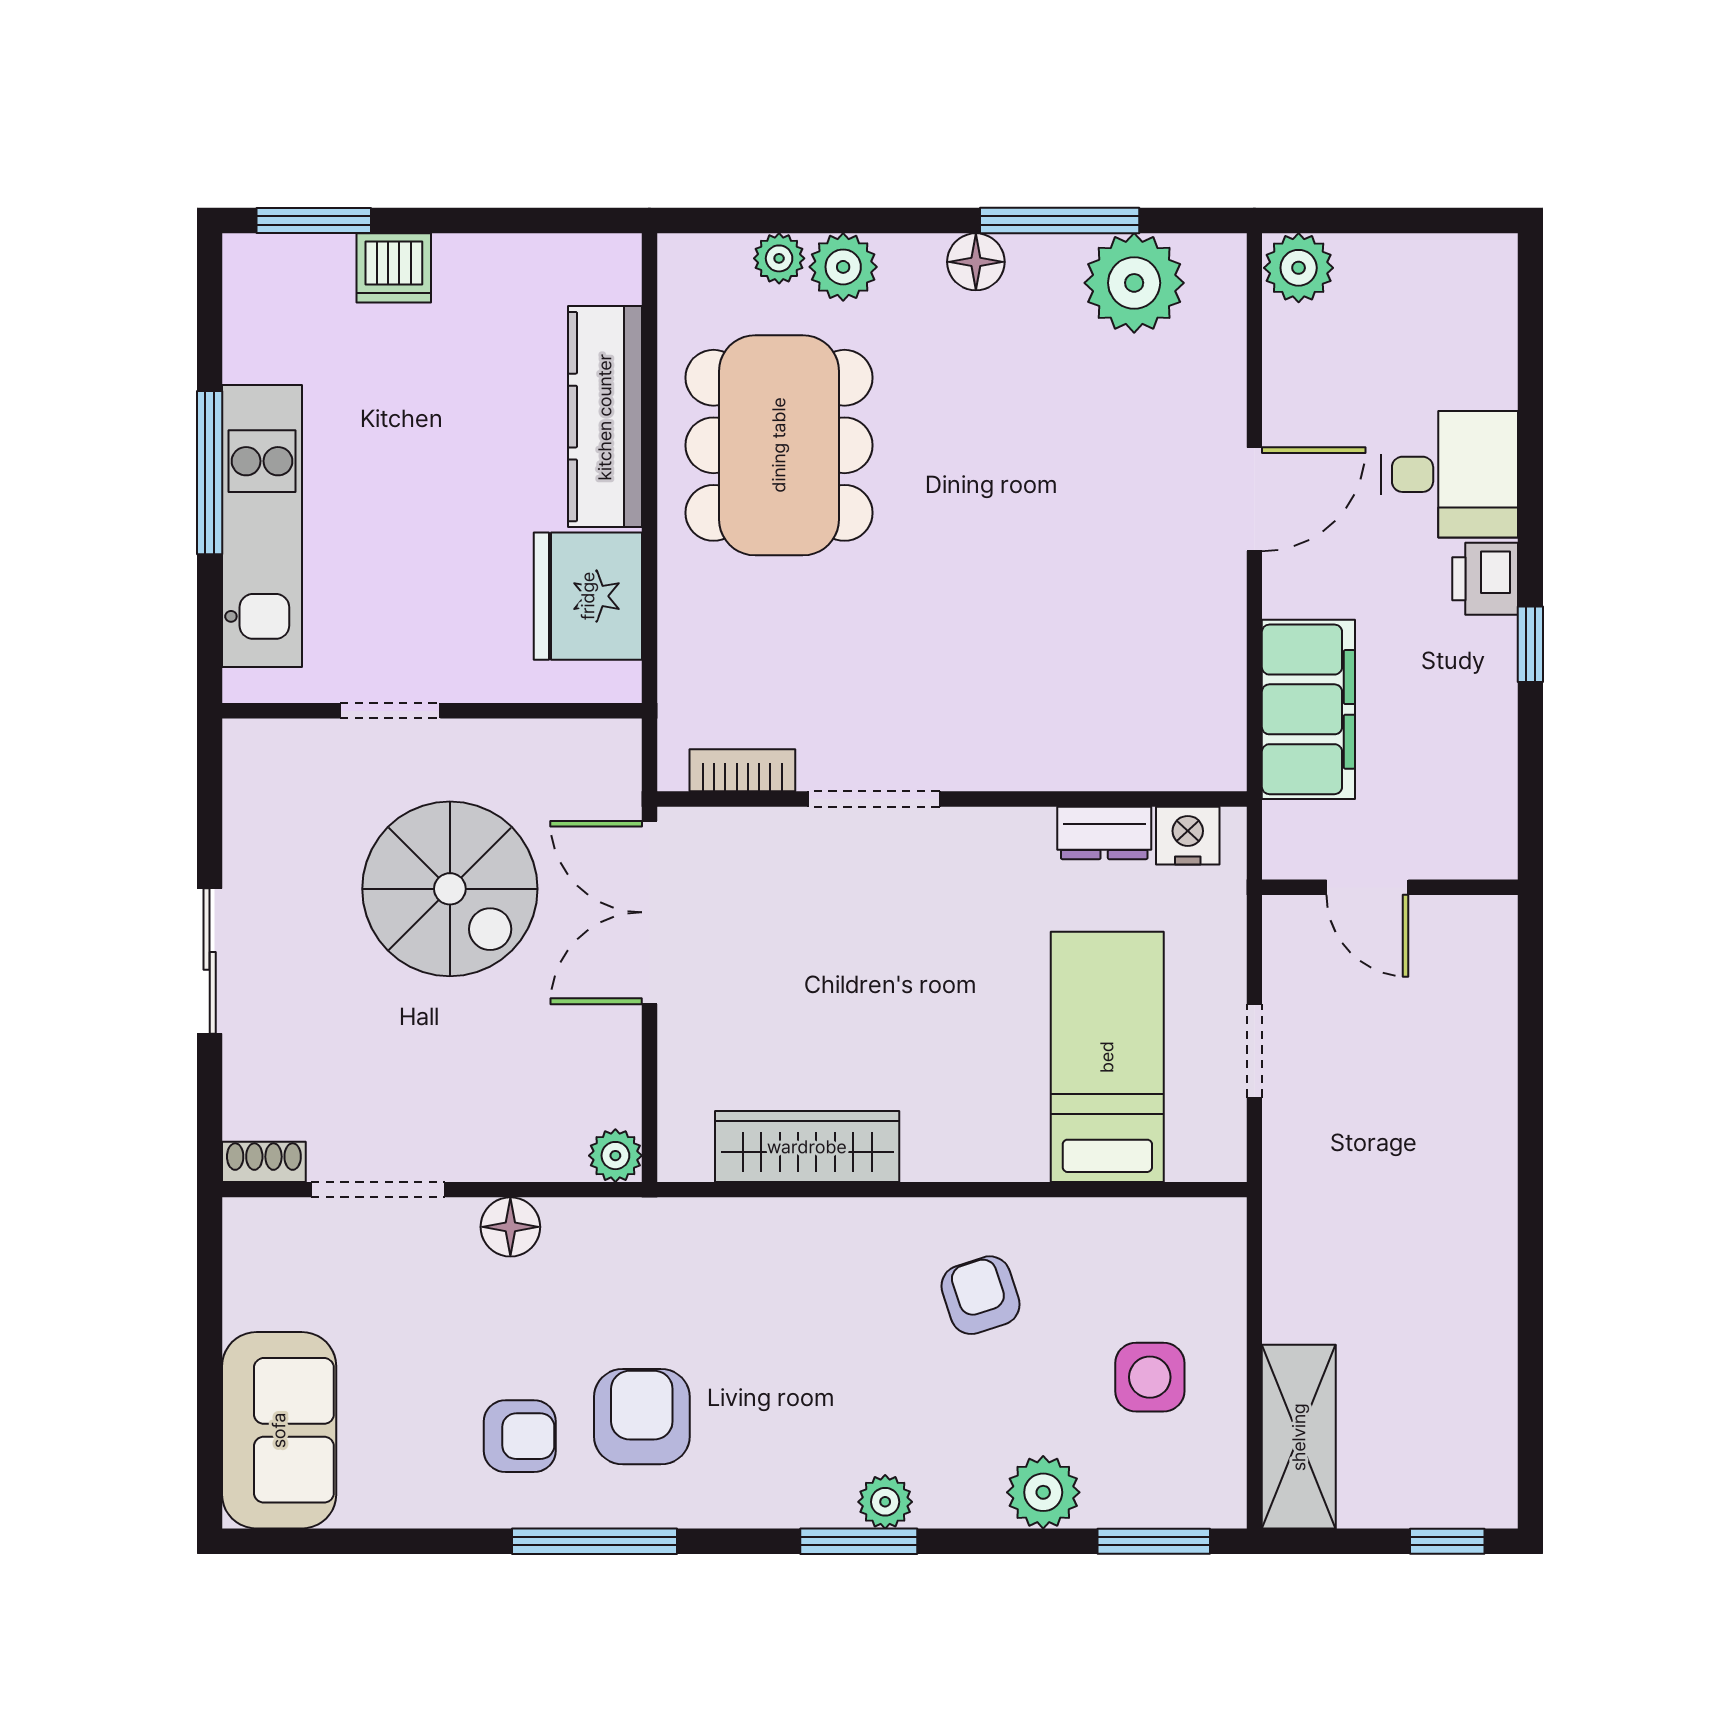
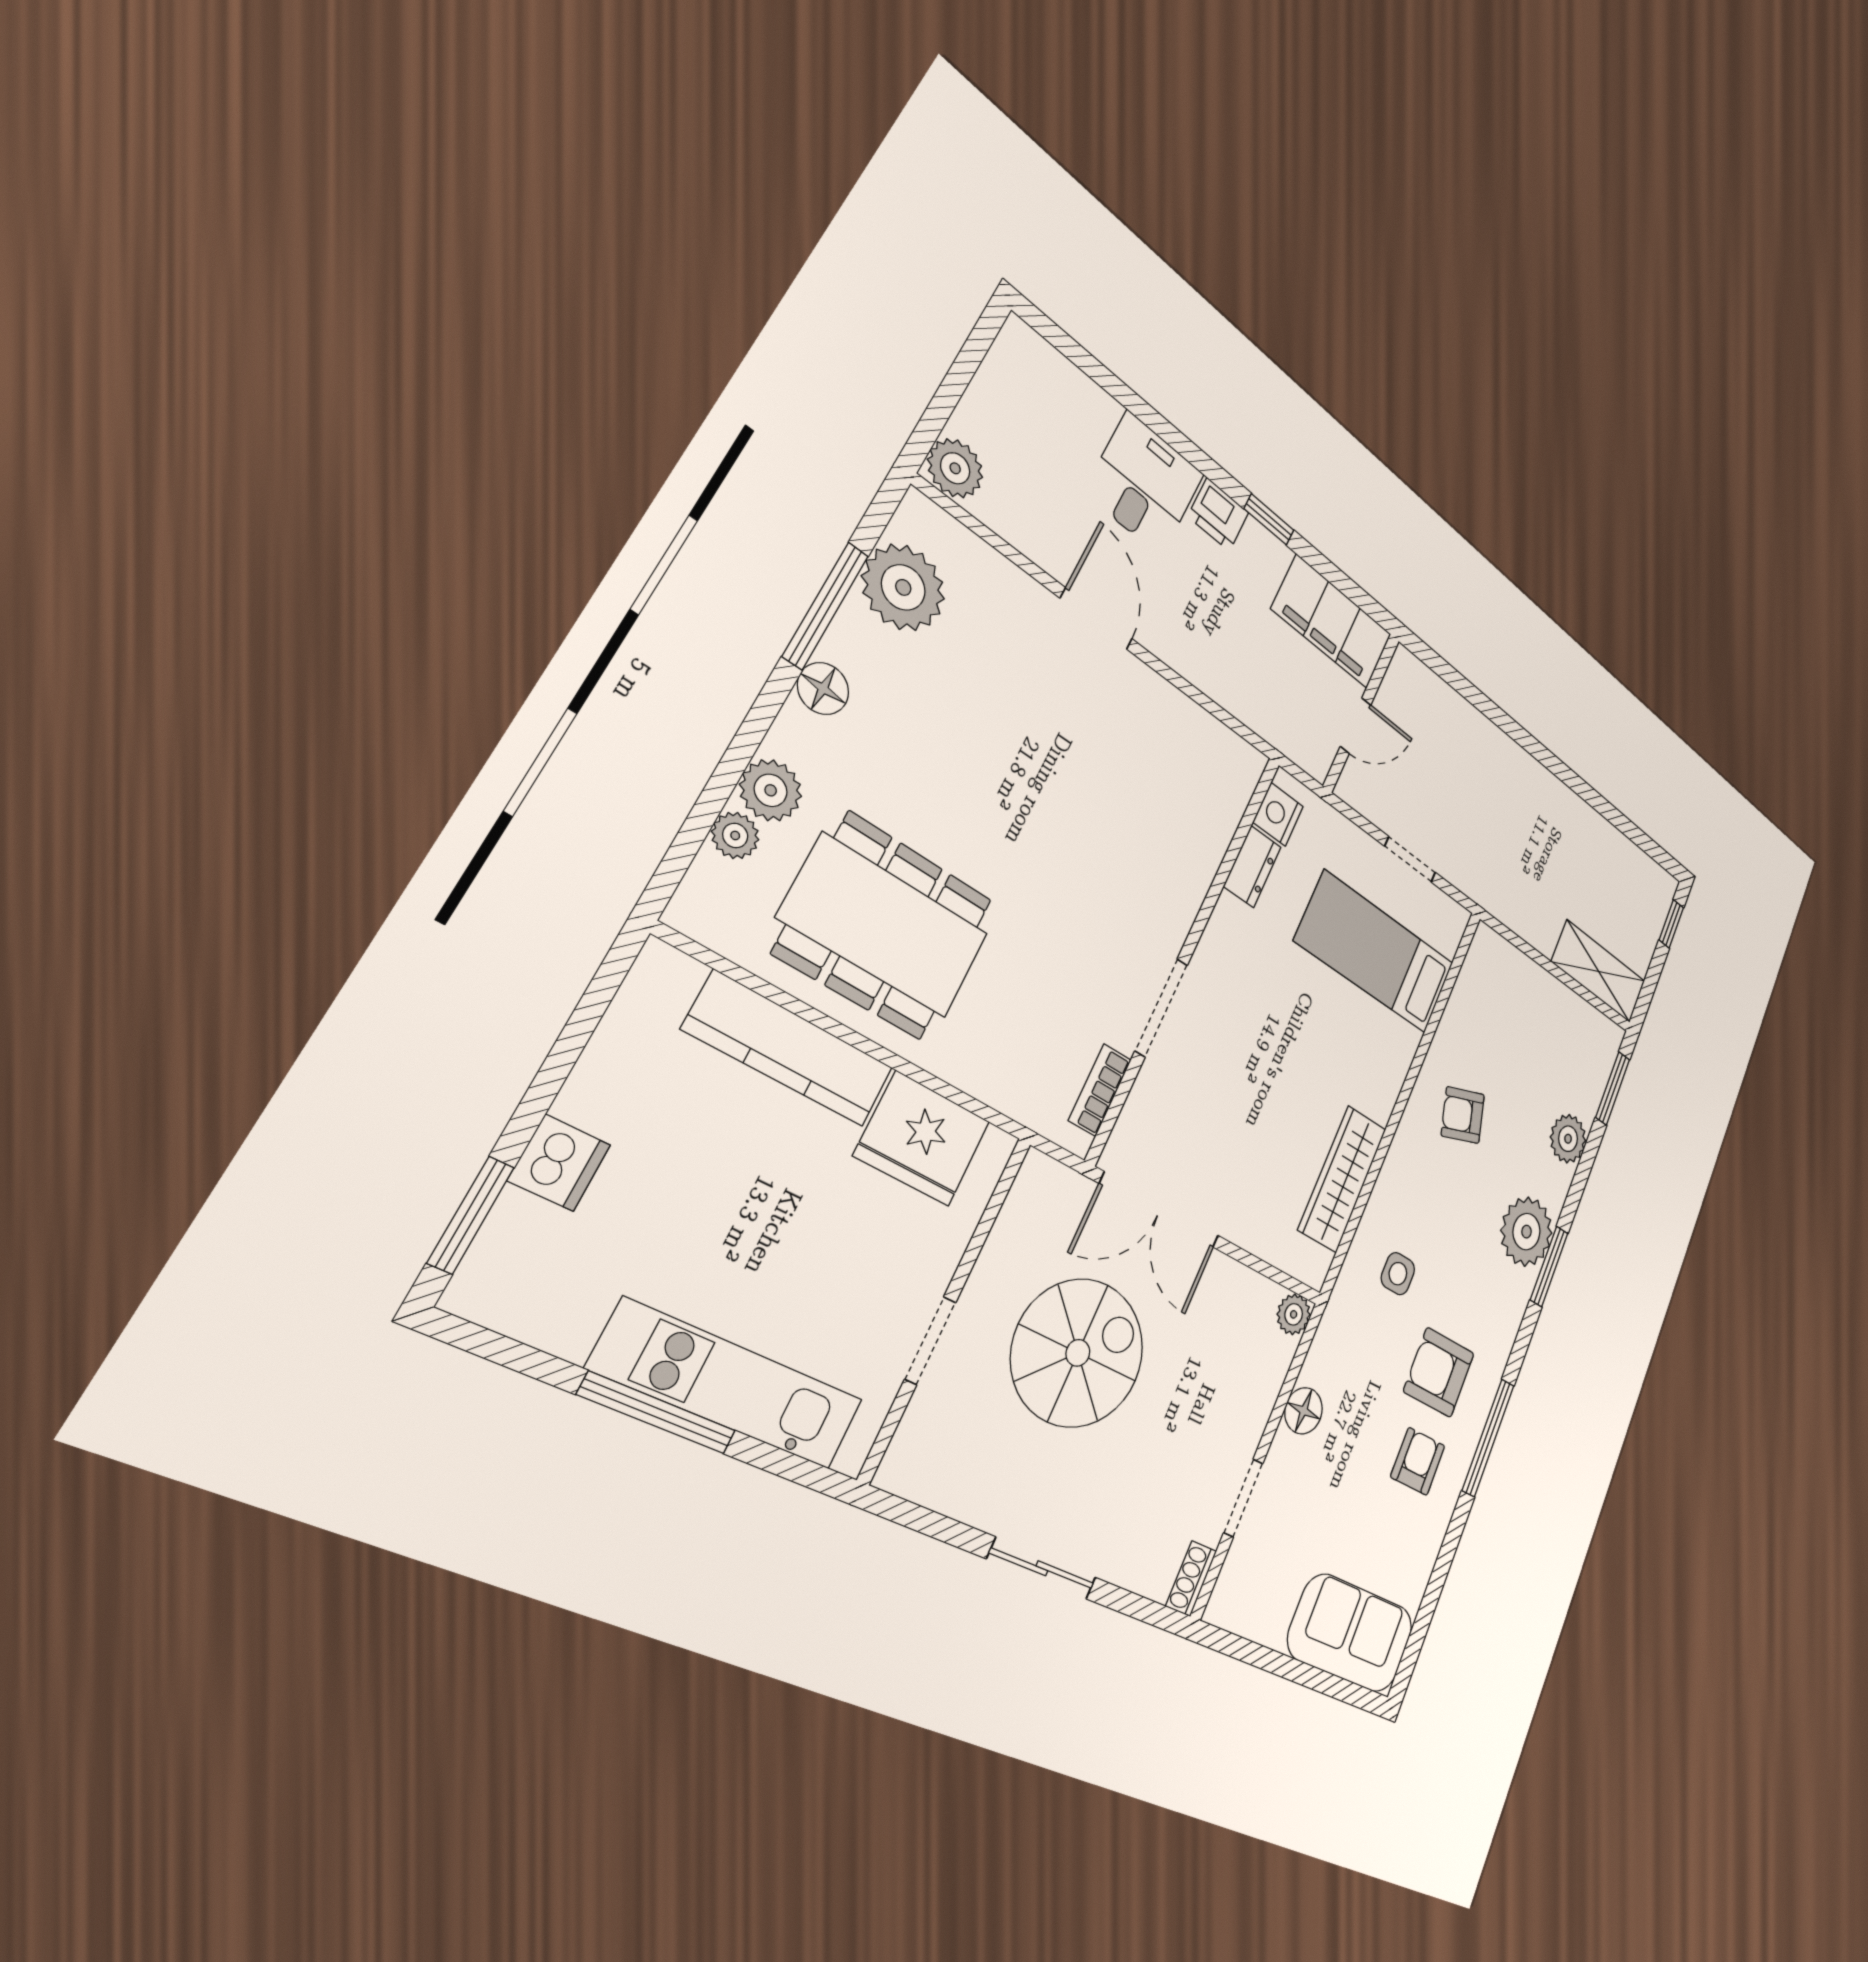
filing cabinet: (1308, 709) -> (1332, 622), moved, turned 180
doorway: (378, 1190) -> (1243, 1498), width x0.73
side table: (1150, 1377) -> (1398, 1274), moved, width x0.73, depth x0.73
plant: (885, 1502) -> (1527, 1232), width x1.88, depth x1.88

